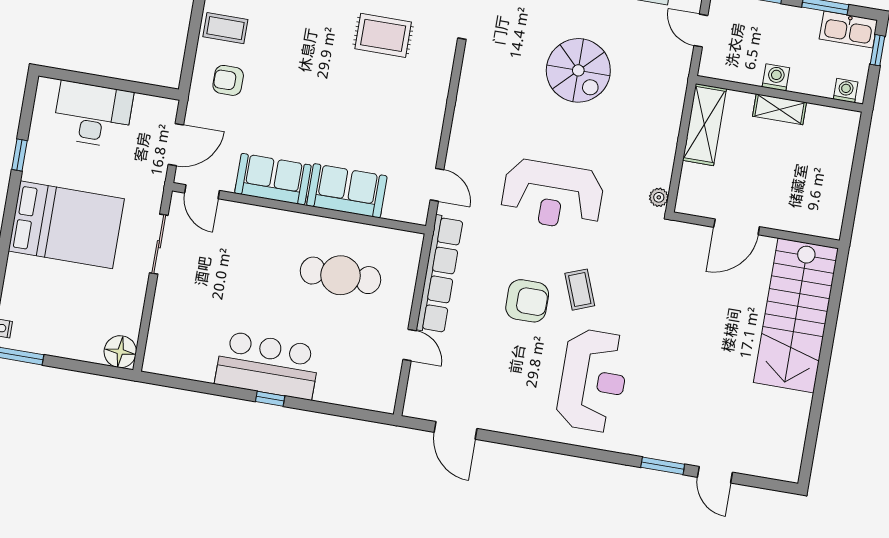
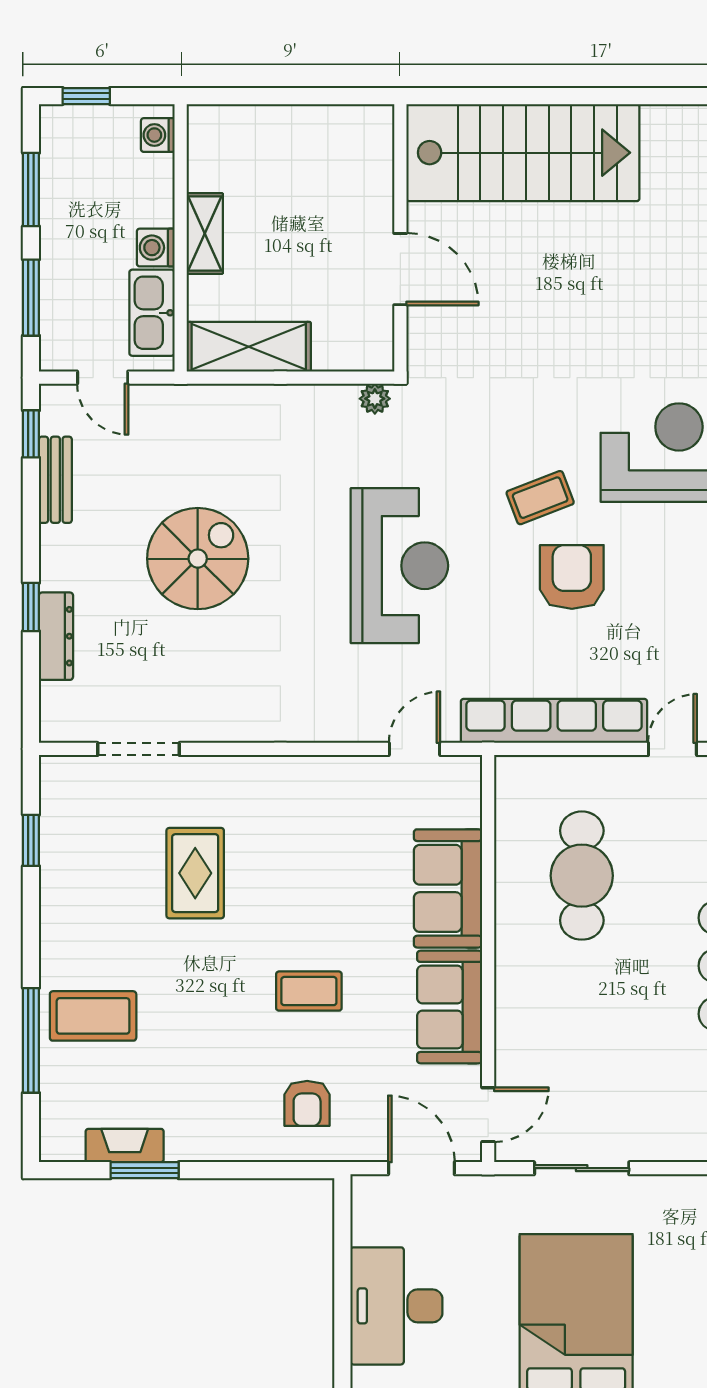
coffee table: (225, 28) -> (309, 991), moved, turned 90
kitchen sink: (848, 29) -> (152, 313), moved, turned 180
door: (701, 31) -> (103, 378), hinge flipped

